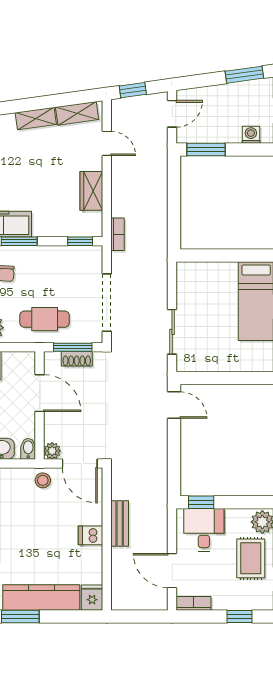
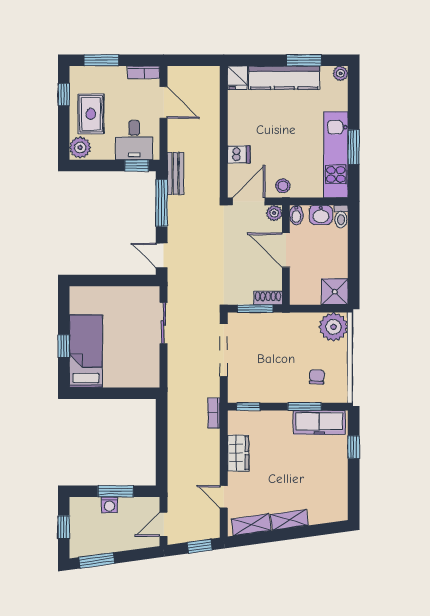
washing machine: (251, 135) -> (109, 505), moved
window: (206, 150) -> (116, 491), moved
cafe table: (45, 319) -> (281, 335), removed
shoe rack: (77, 359) -> (268, 298), moved
door: (40, 393) -> (286, 250), moved
window: (174, 462) -> (162, 203), added
door: (80, 464) -> (249, 201), hinge flipped
bench: (120, 524) -> (175, 173), moved
dishwasher: (91, 535) -> (239, 154), moved
window: (240, 616) -> (101, 60), width x1.50

